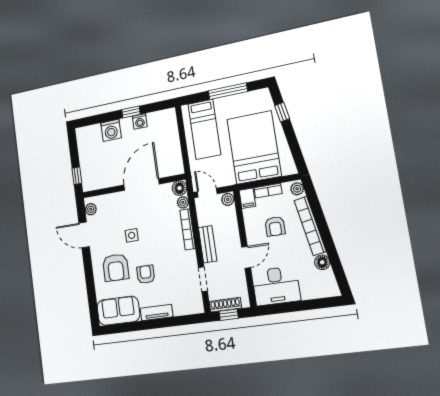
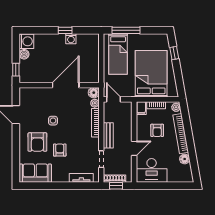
window: (228, 91) -> (126, 30), moved
washing machine: (111, 130) -> (26, 41), moved, turned -90
boiler: (84, 154) -> (24, 54), added
plant: (228, 199) -> (127, 106), removed
plant: (91, 209) -> (24, 96), removed
tv unit: (157, 312) -> (81, 178), moved

